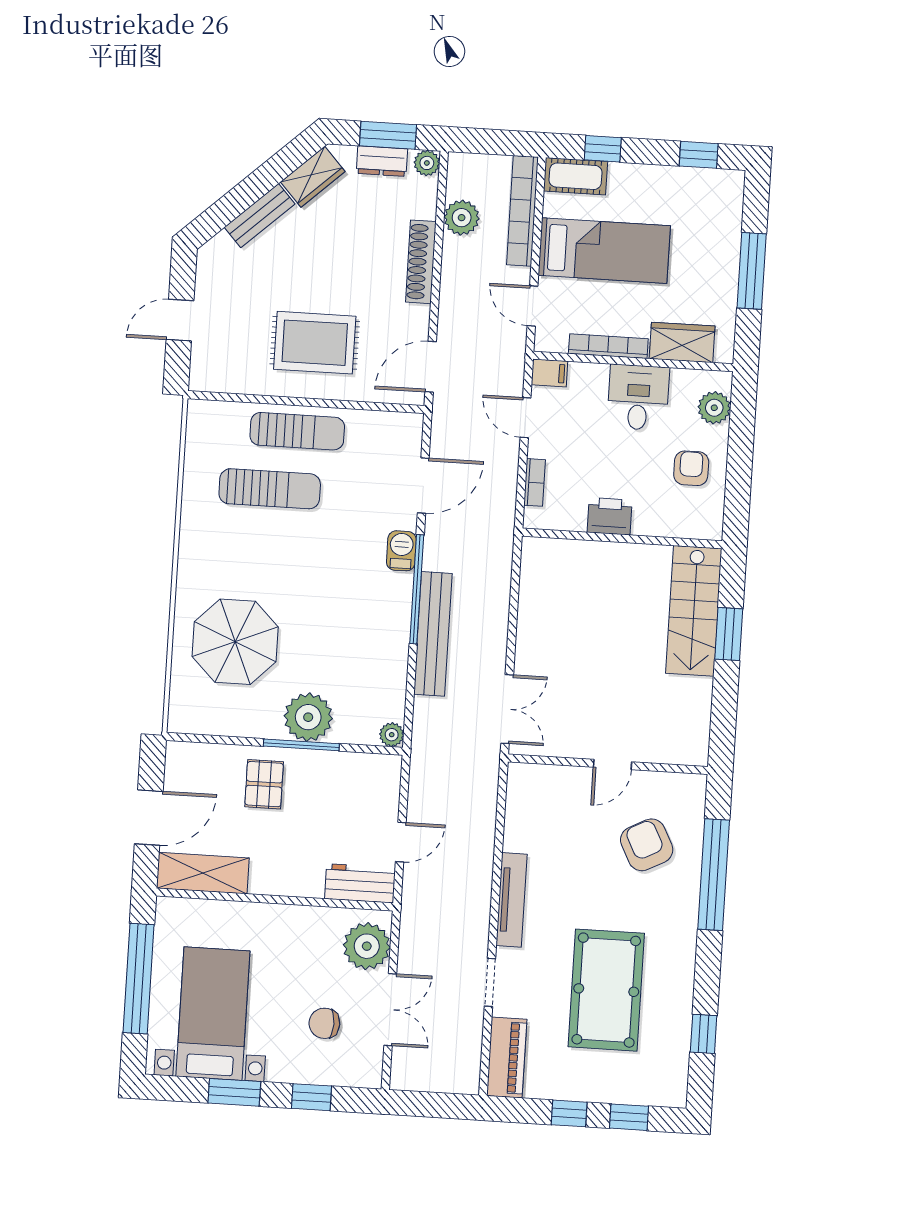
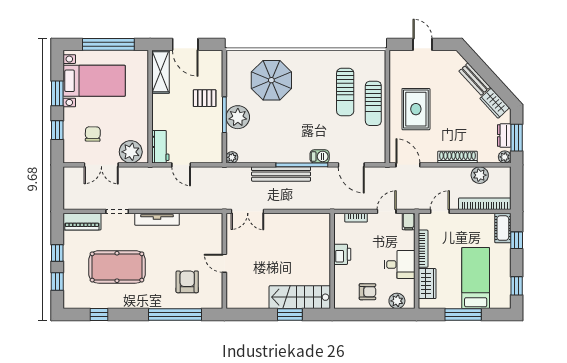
bed: (604, 251) -> (476, 278), moved, turned 180
armchair: (647, 845) -> (187, 282), turned -63

